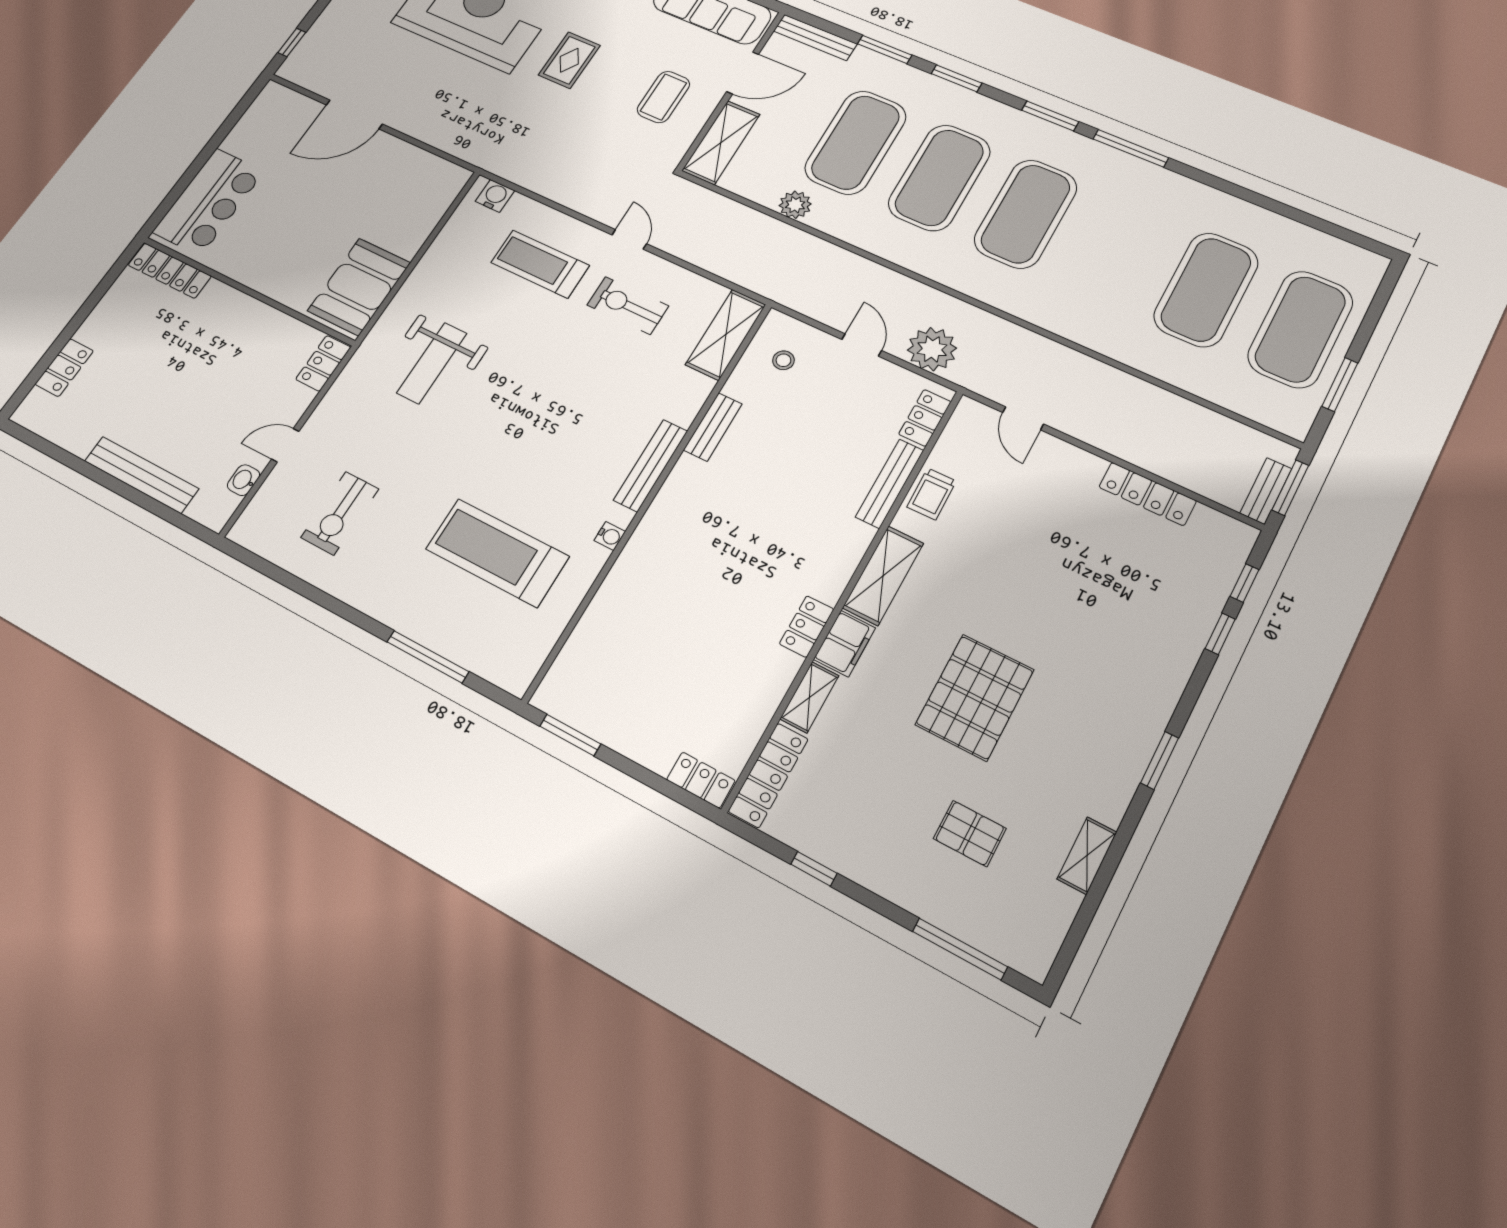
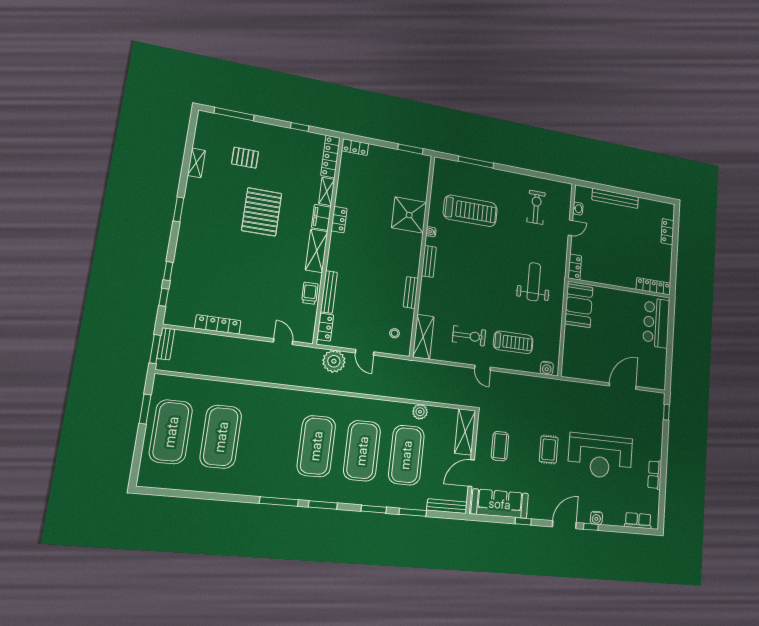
bench: (651, 466) -> (429, 261), width x0.73
shower: (643, 587) -> (409, 215), added

